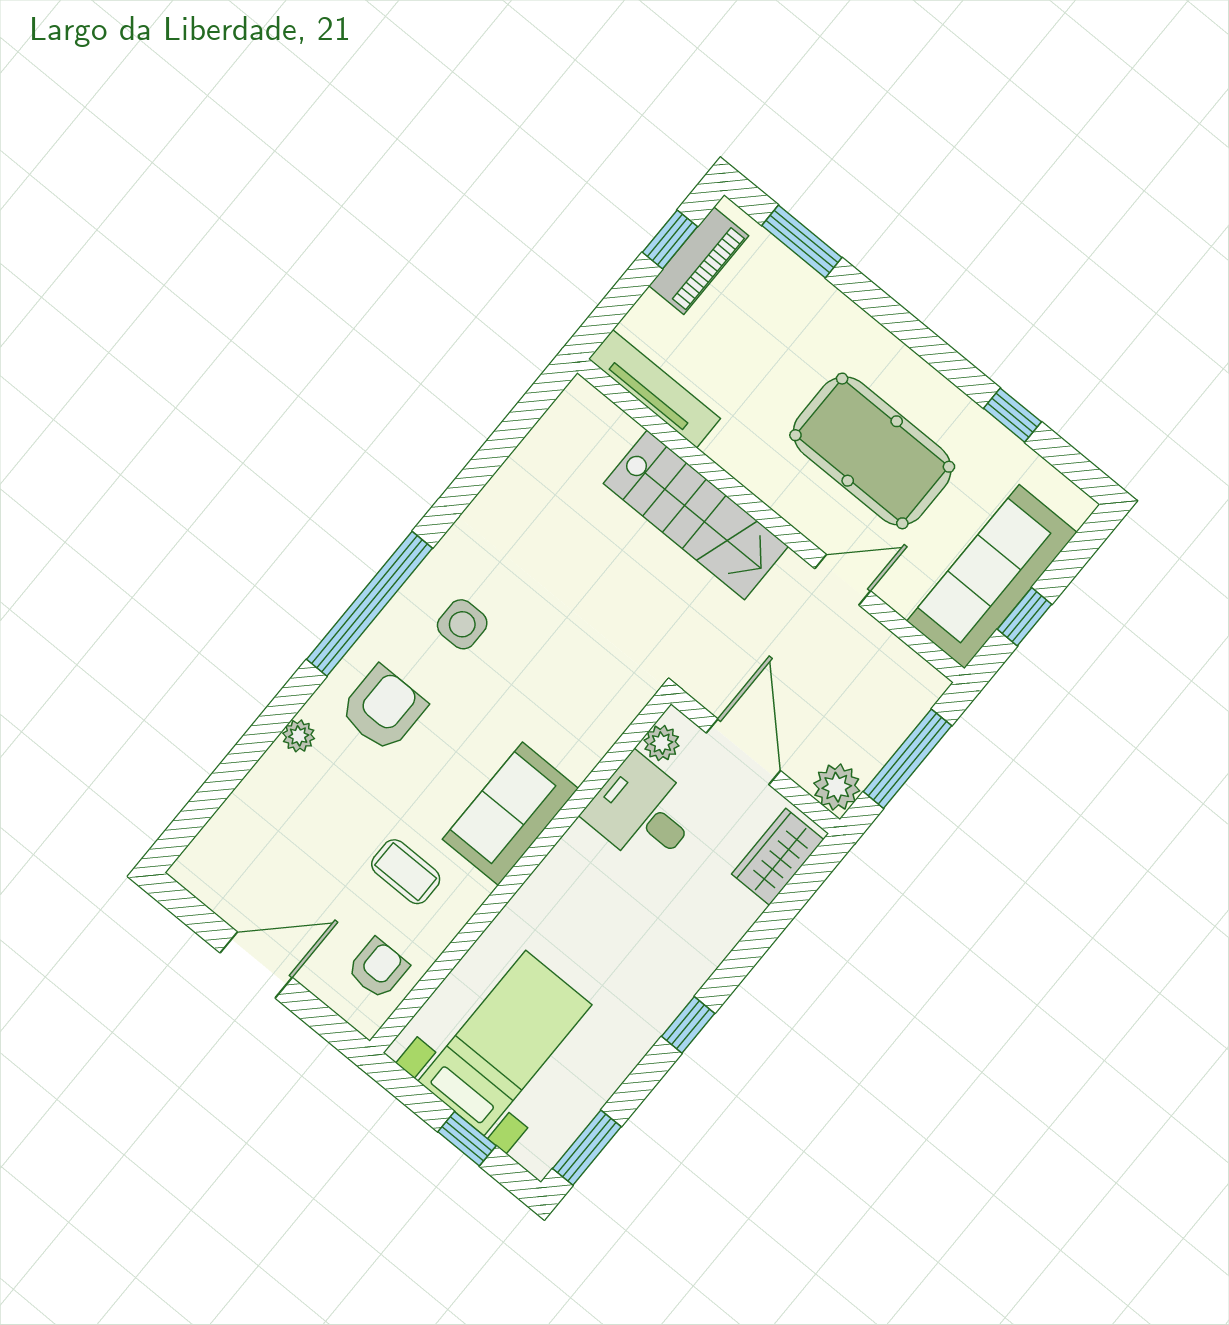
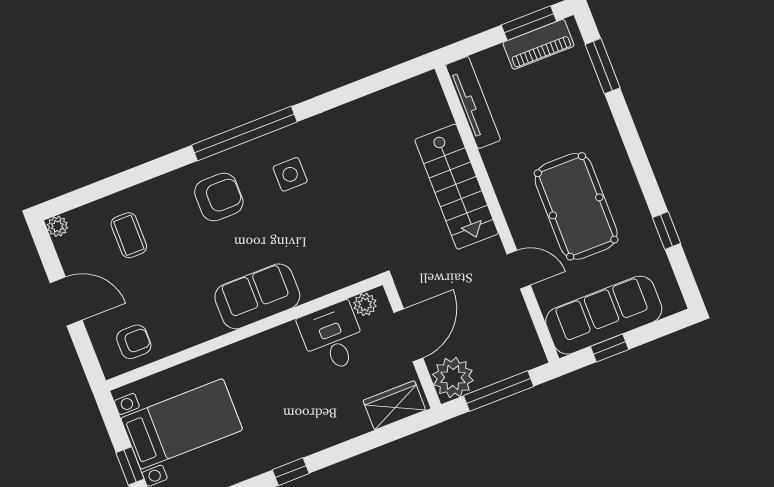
window: (670, 239) -> (529, 23), width x1.50
plant: (299, 736) -> (57, 226), moved
plant: (837, 787) -> (453, 377), width x1.36, depth x1.36
coffee table: (406, 872) -> (129, 235), moved

